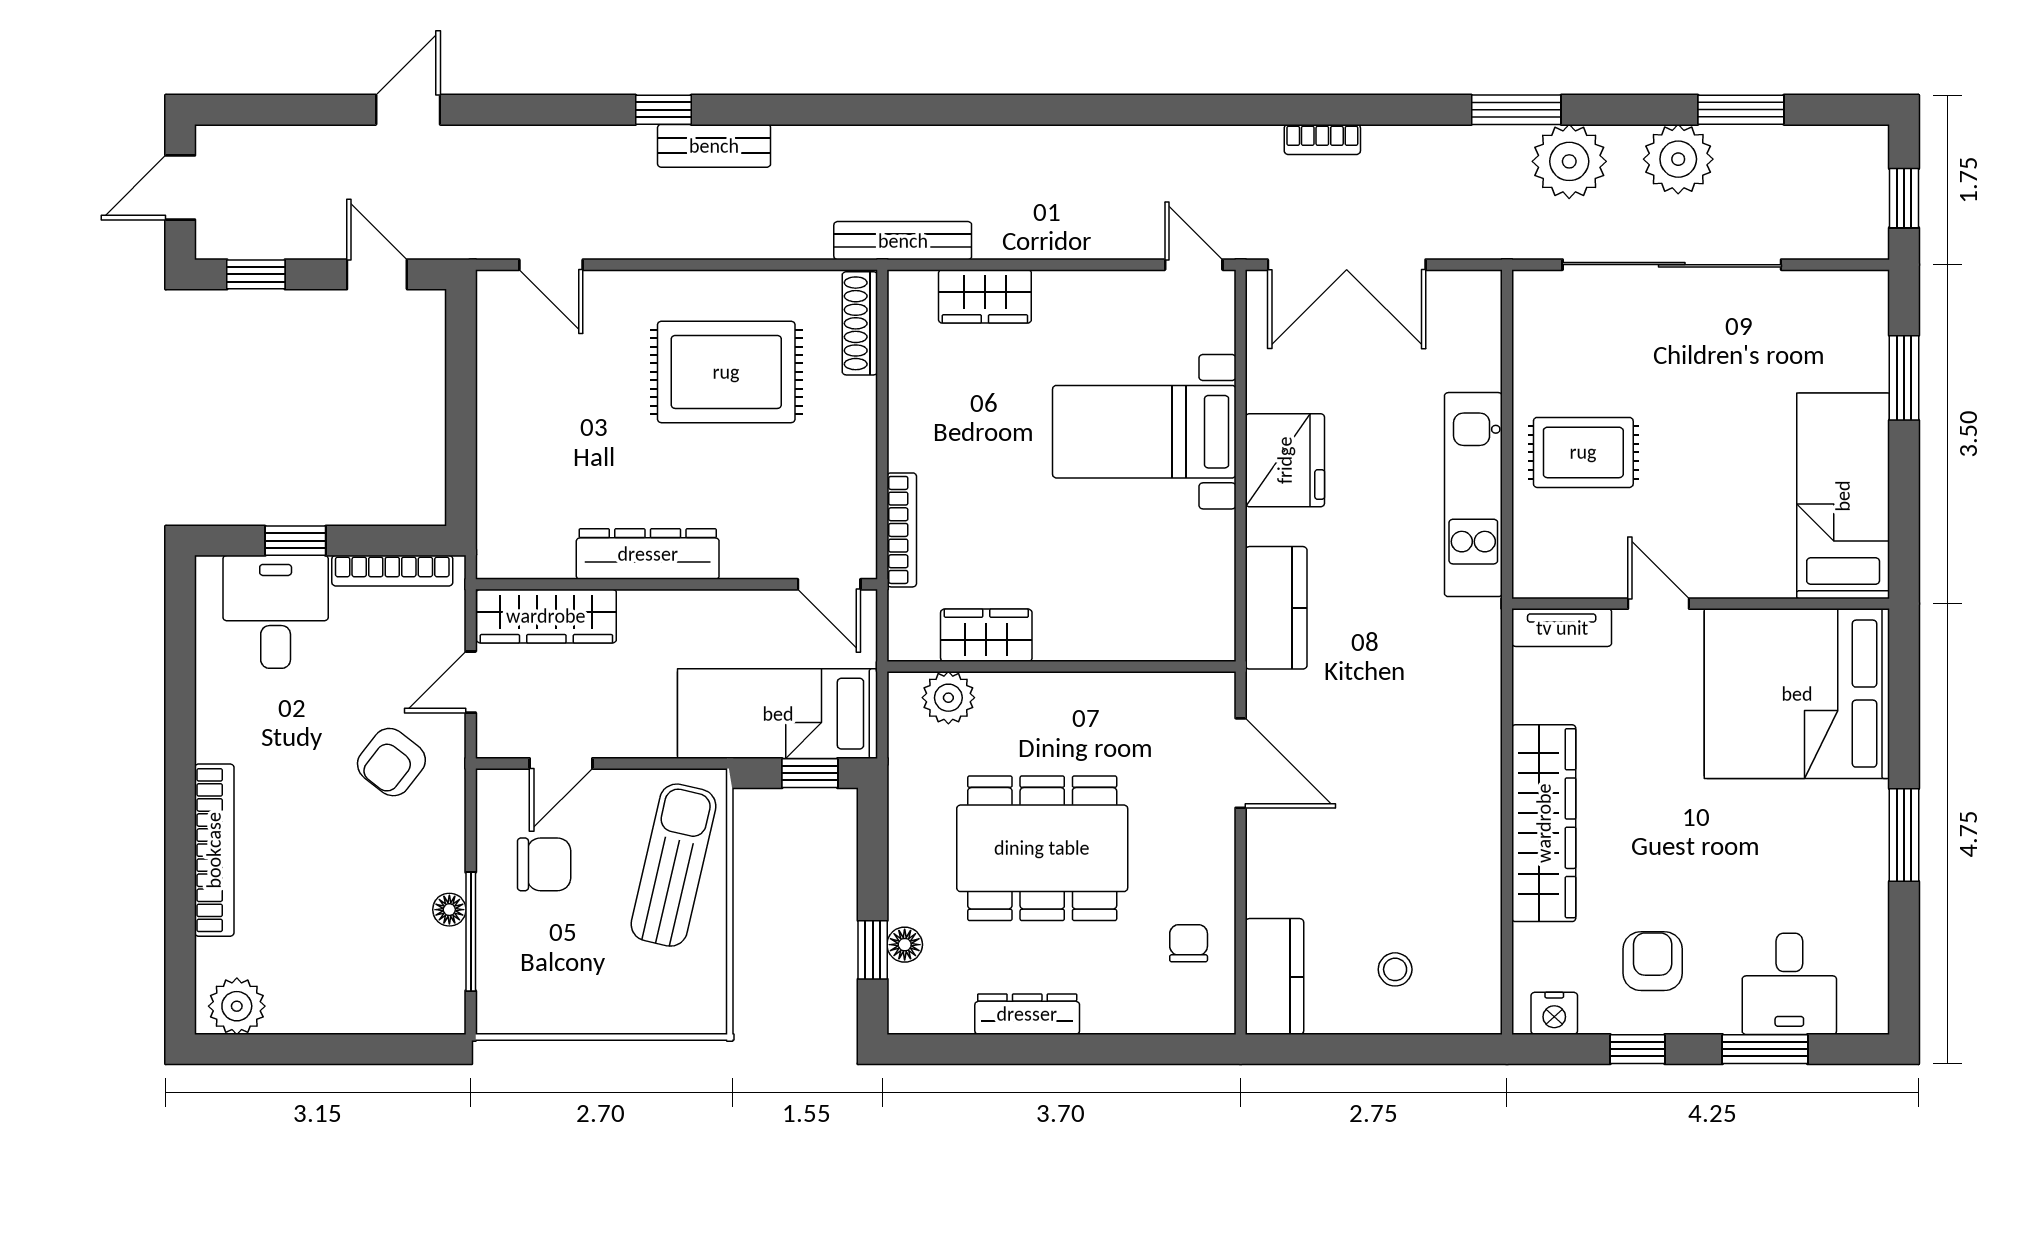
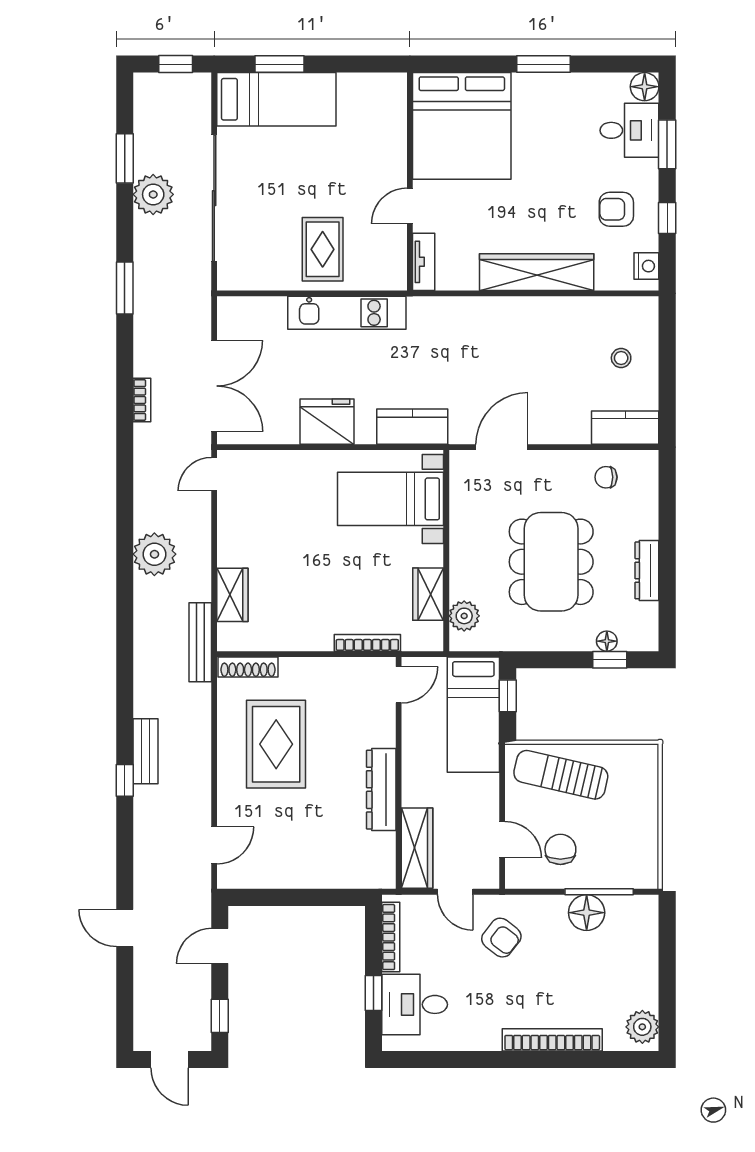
plant: (1569, 161) -> (154, 554), moved
bed with nightstands: (1144, 432) -> (391, 499), moved, turned 90
bed: (1843, 496) -> (276, 99), moved, turned 180
floor lamp: (449, 910) -> (587, 913), width x1.89, depth x1.89
floor lamp: (1865, 1010) -> (645, 87), added

